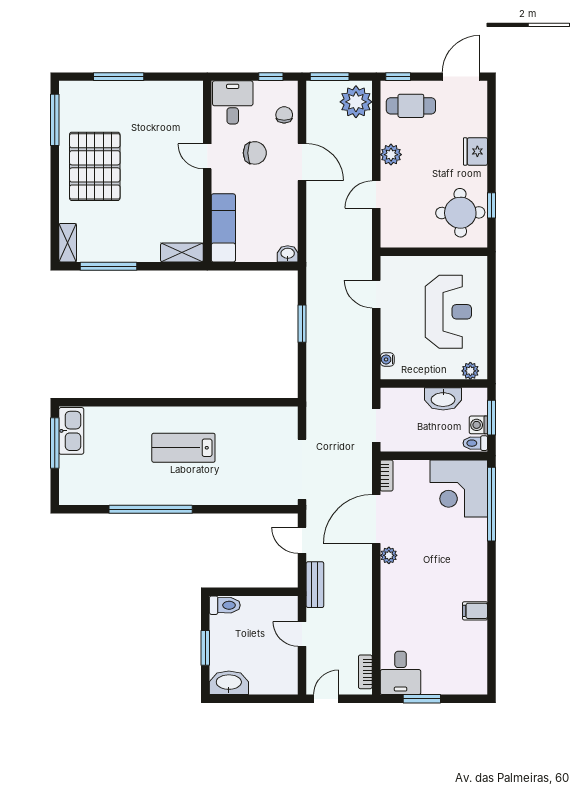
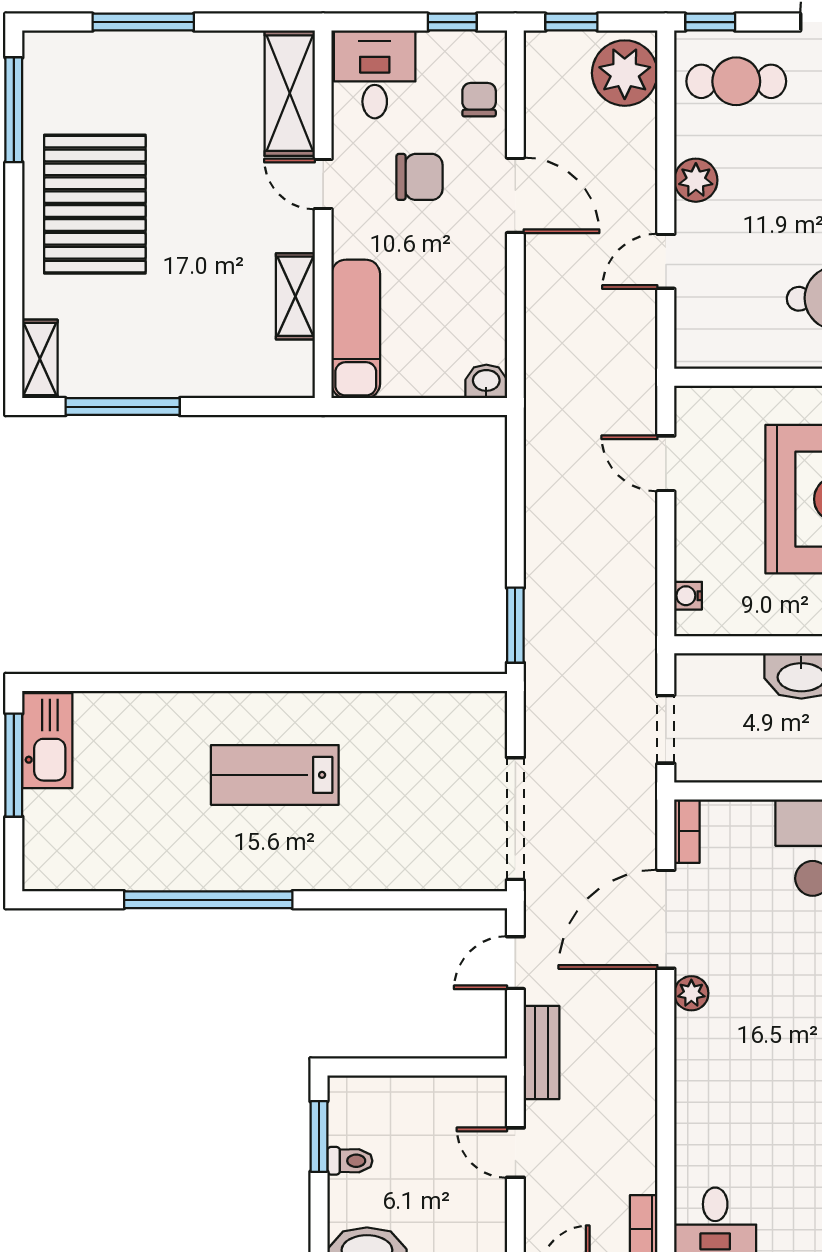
window: (330, 77) -> (571, 22), width x0.67
shelving: (191, 112) -> (290, 93), added
shelving: (182, 252) -> (295, 296), moved, turned 90
window: (302, 324) -> (515, 625), moved
door: (302, 540) -> (515, 963), hinge flipped
toilet: (225, 605) -> (350, 1161), moved, width x0.73, depth x0.72
window: (205, 648) -> (319, 1137), moved

